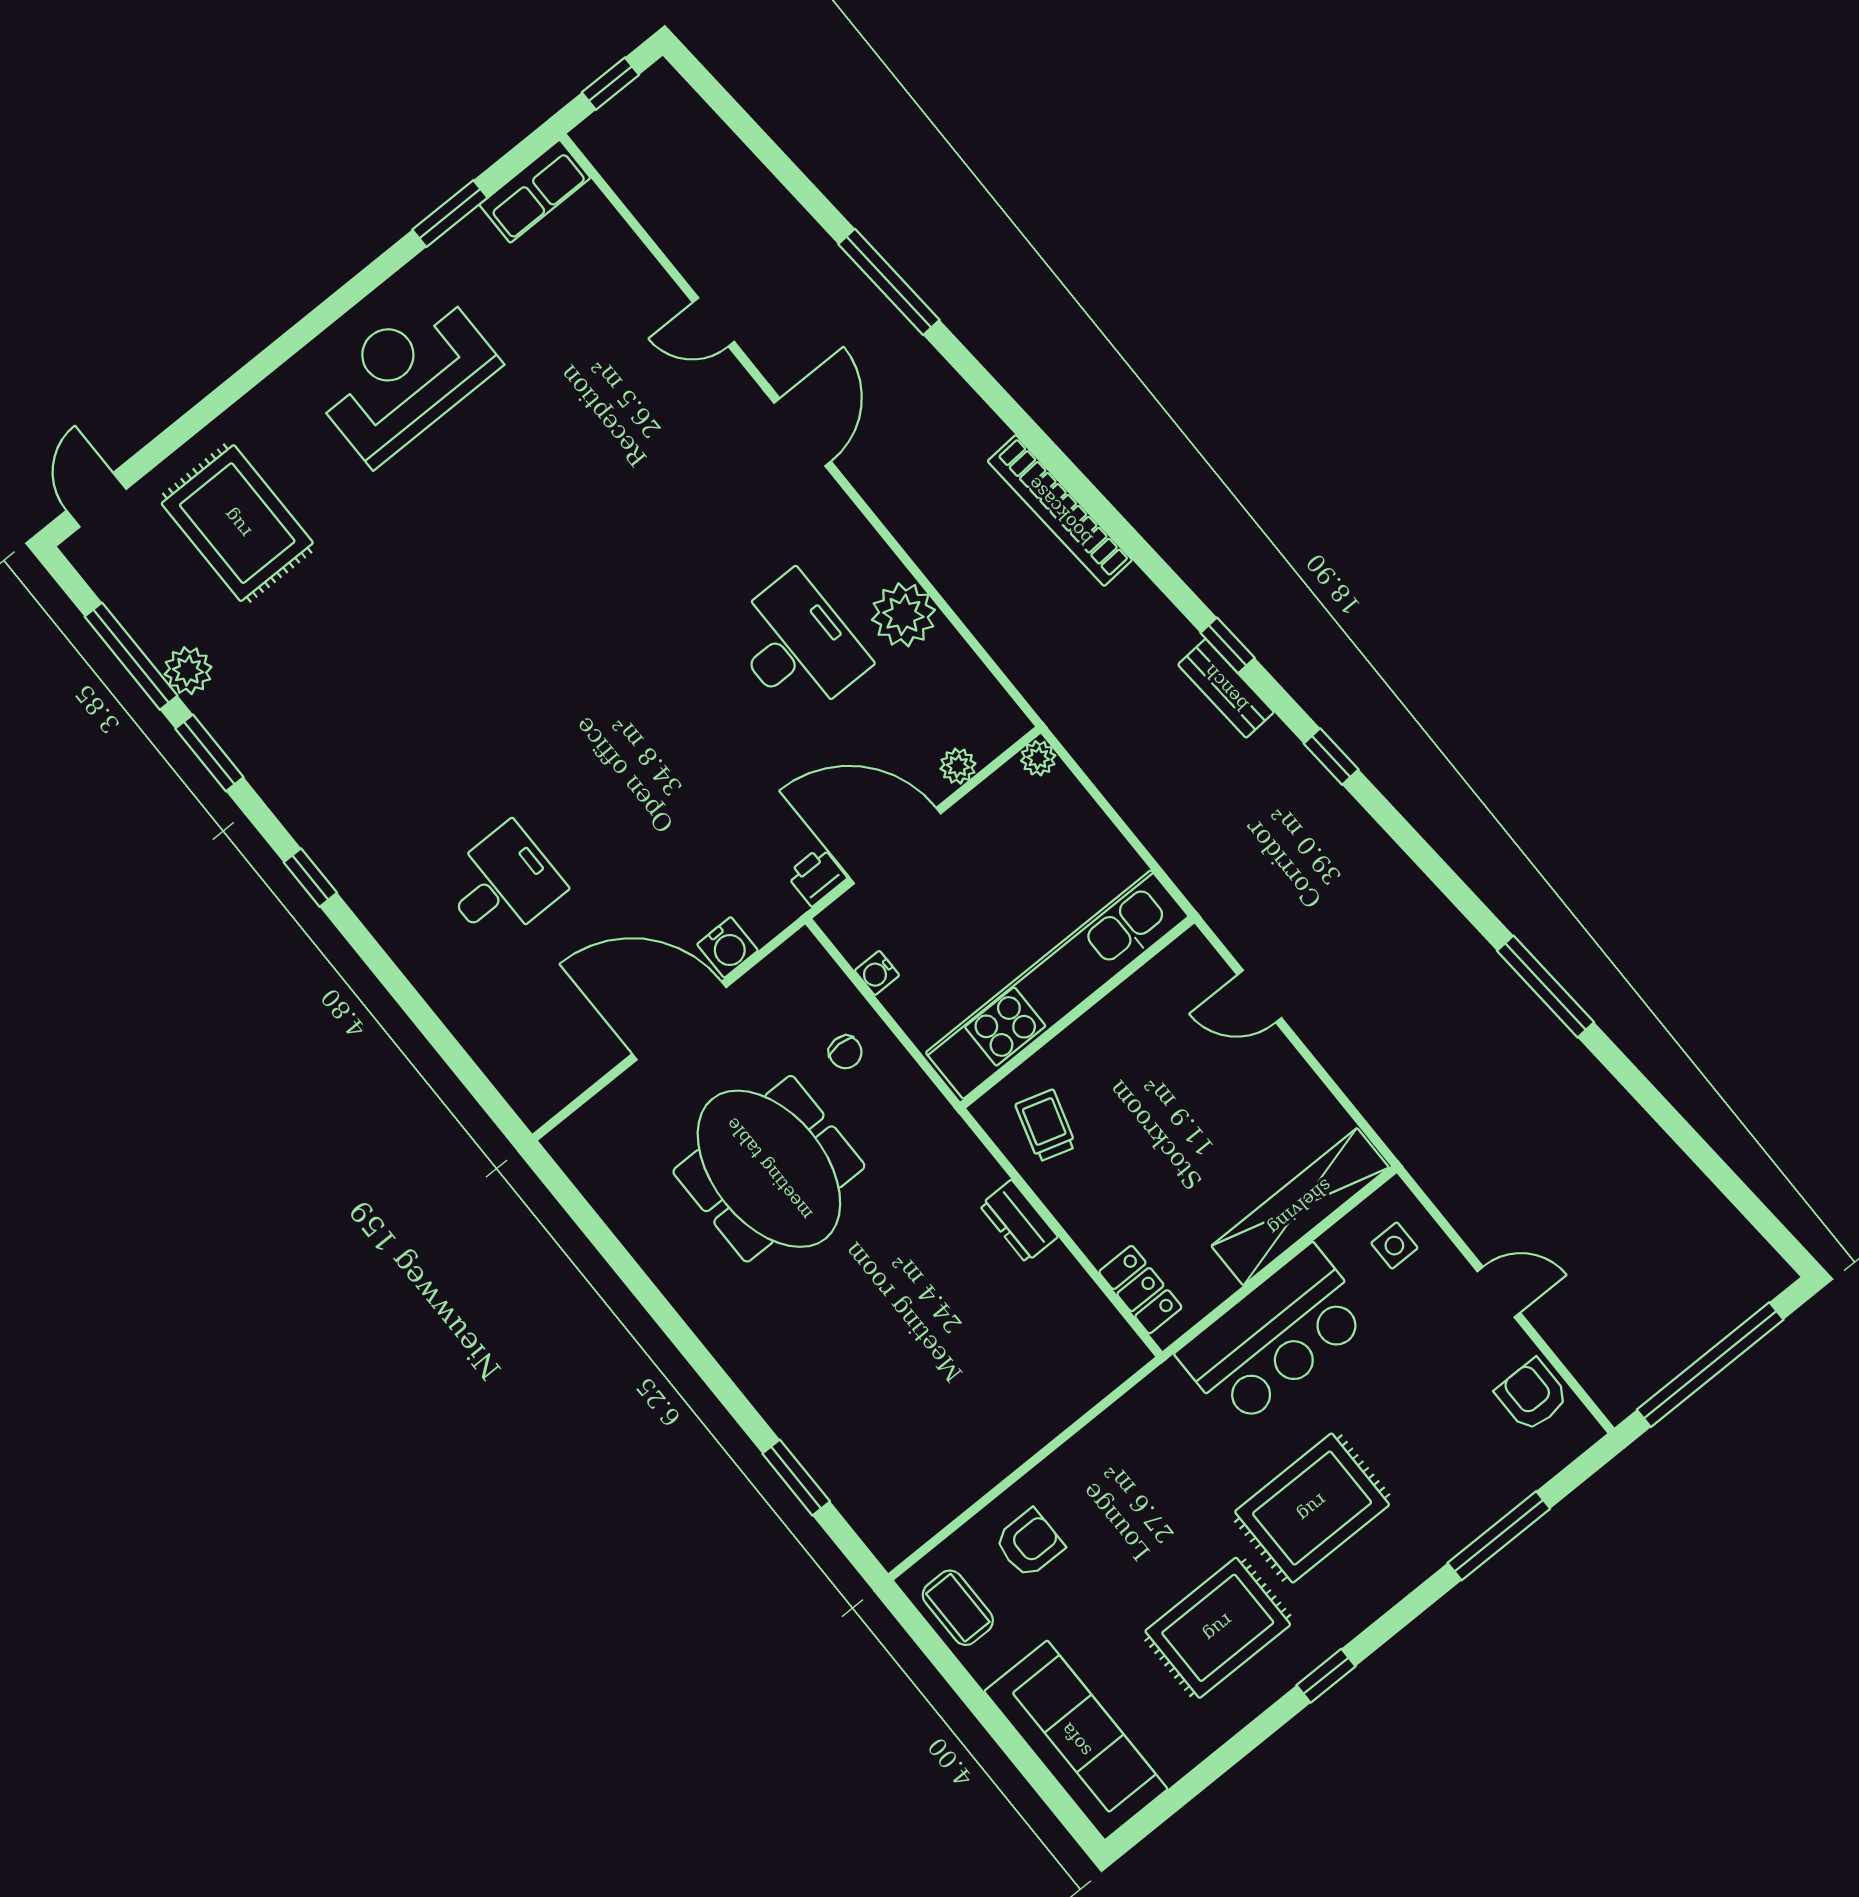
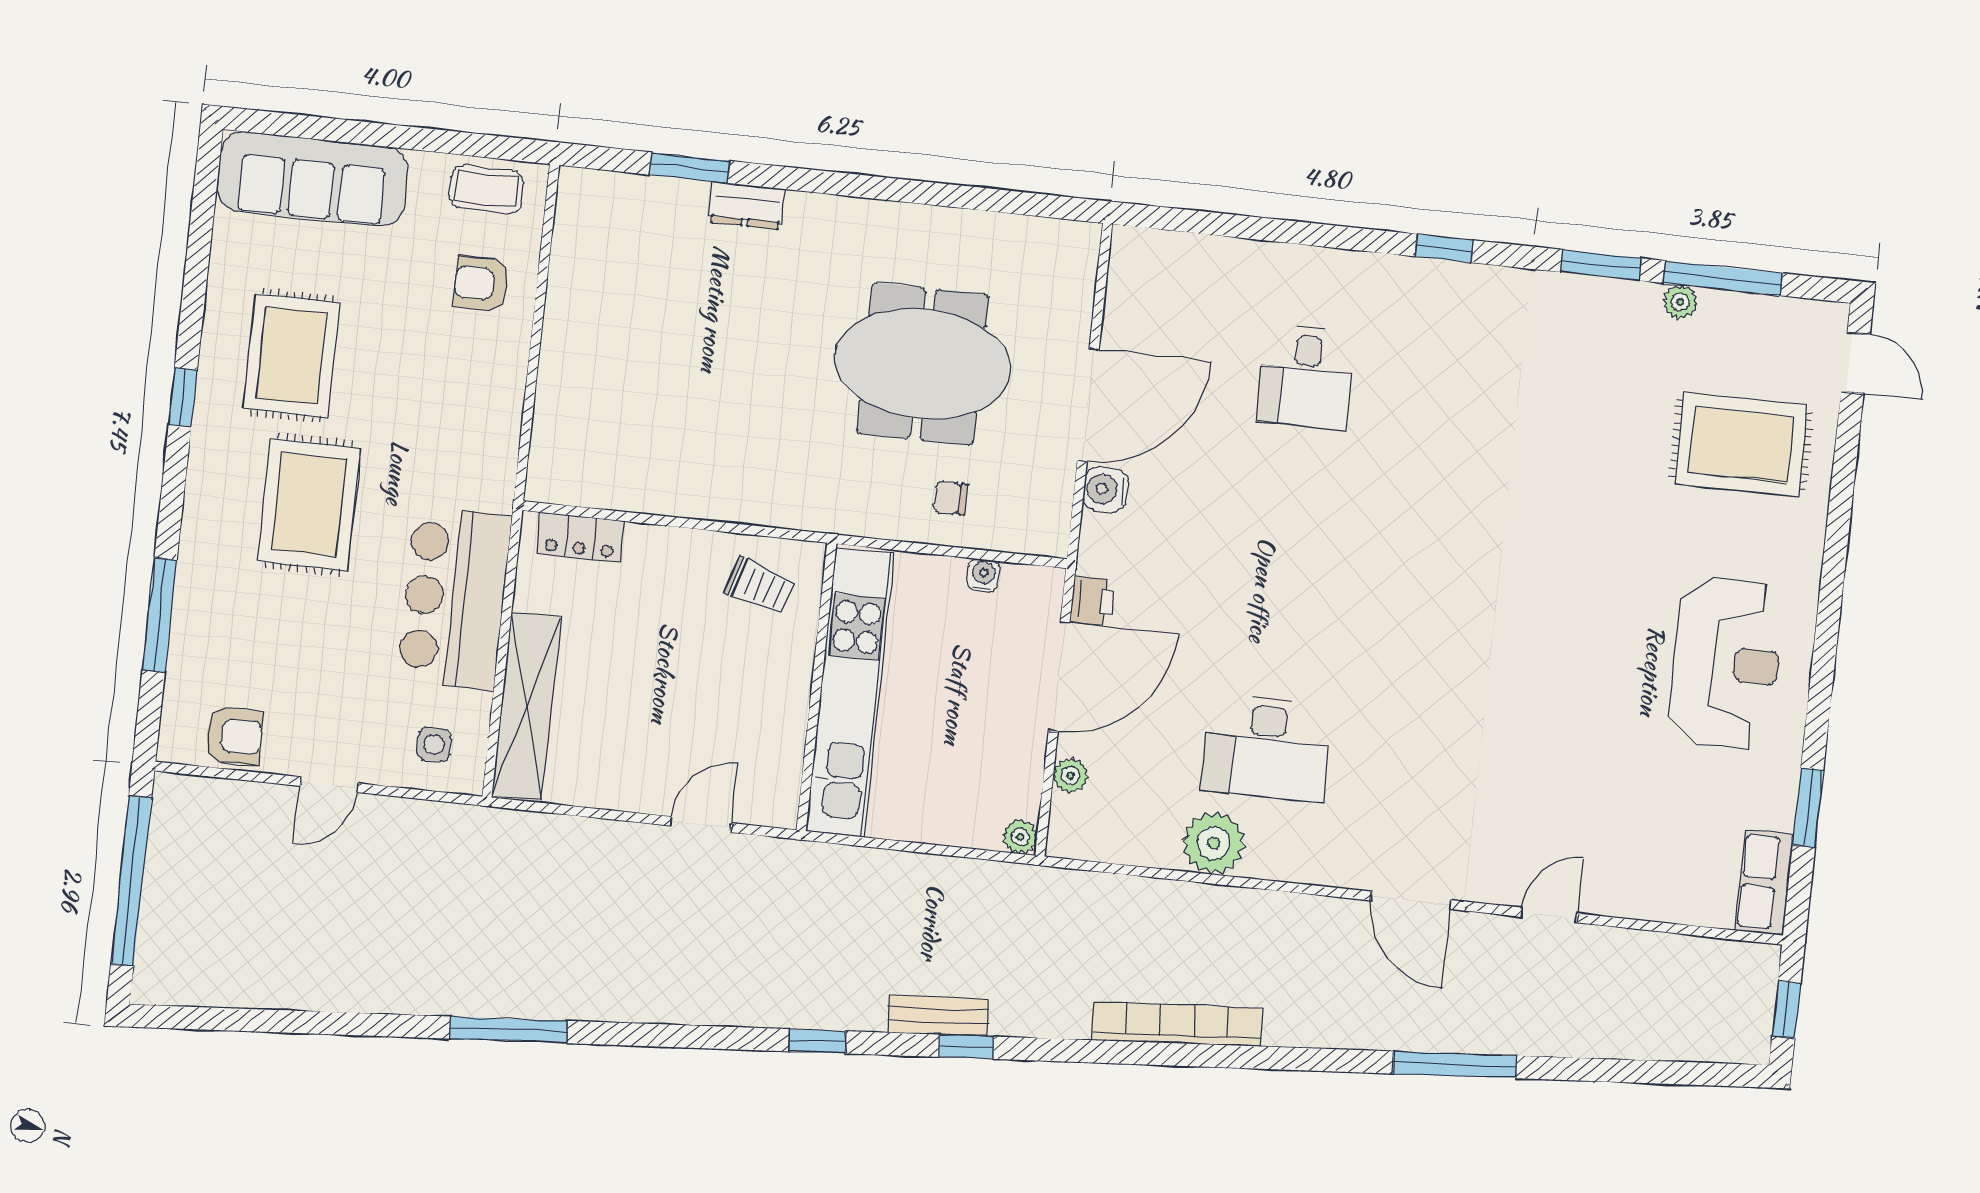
plant: (188, 671) -> (1680, 302), width x0.73, depth x0.73
dresser: (1019, 1221) -> (747, 206), moved, turned 180
armchair: (1029, 1543) -> (481, 284), turned 90

